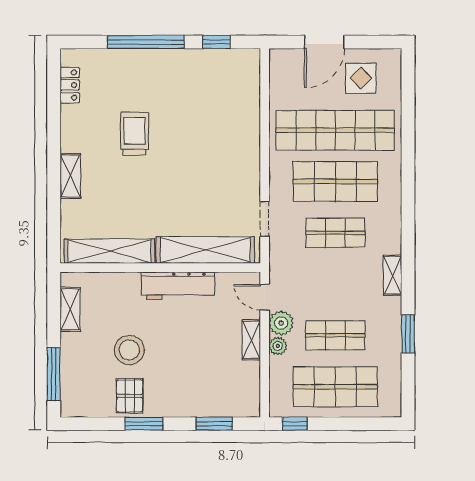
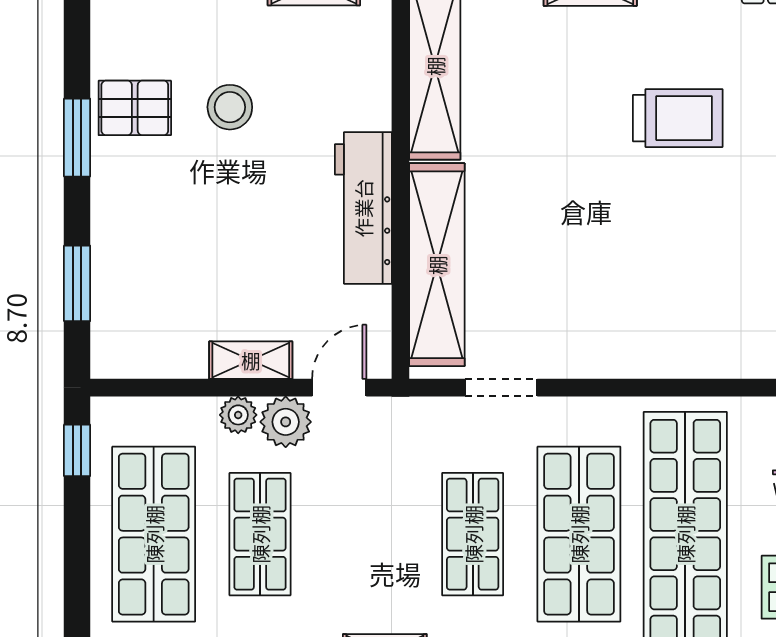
stool: (129, 350) -> (230, 107), width x0.73, depth x0.73

